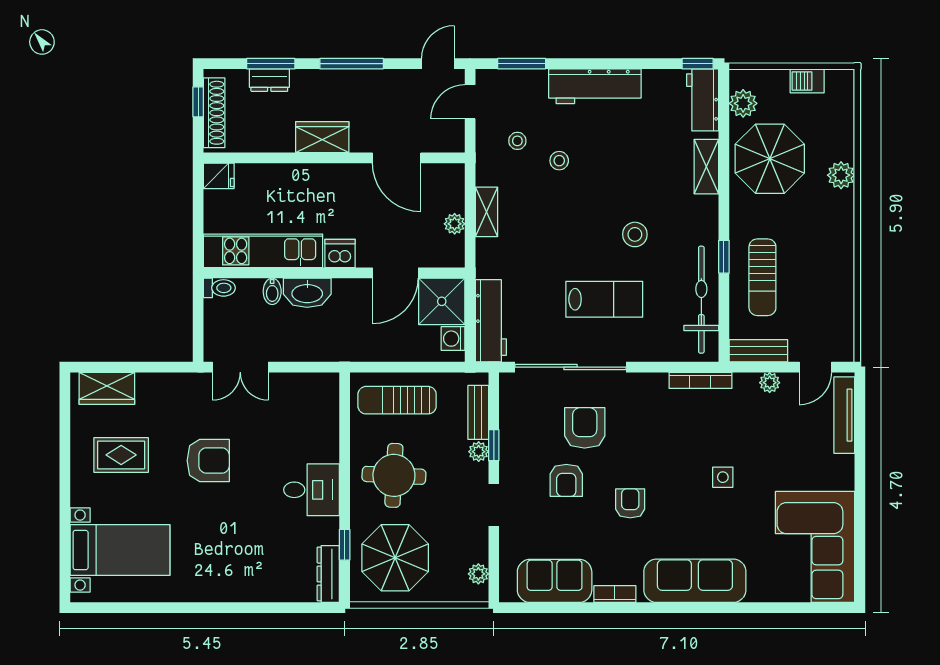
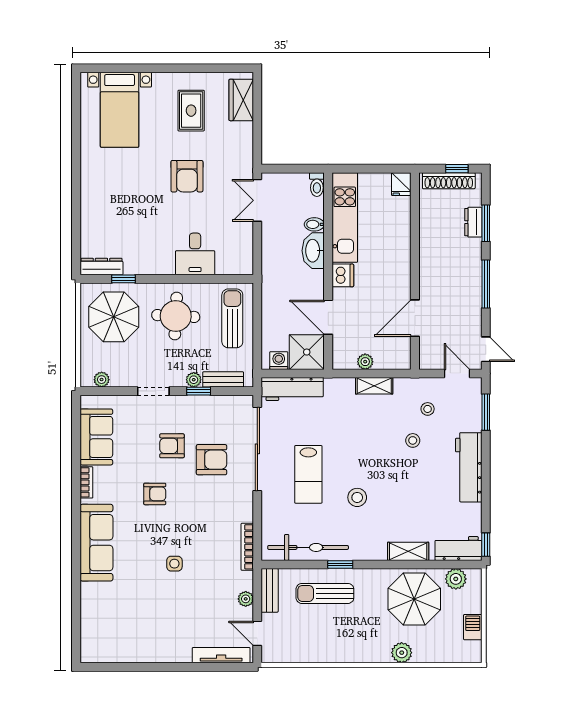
wardrobe: (322, 137) -> (430, 262), removed
desk: (312, 490) -> (195, 254), moved
corner sofa: (815, 547) -> (122, 633), removed

